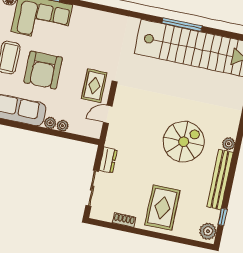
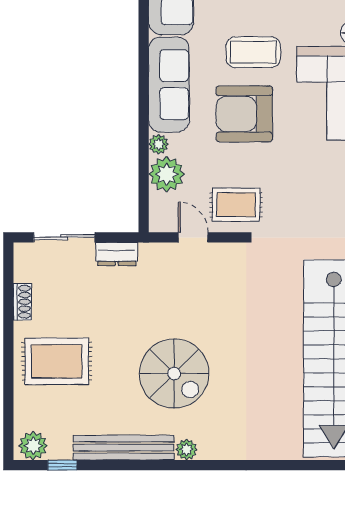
plant: (62, 126) -> (167, 174), width x1.87, depth x1.87

